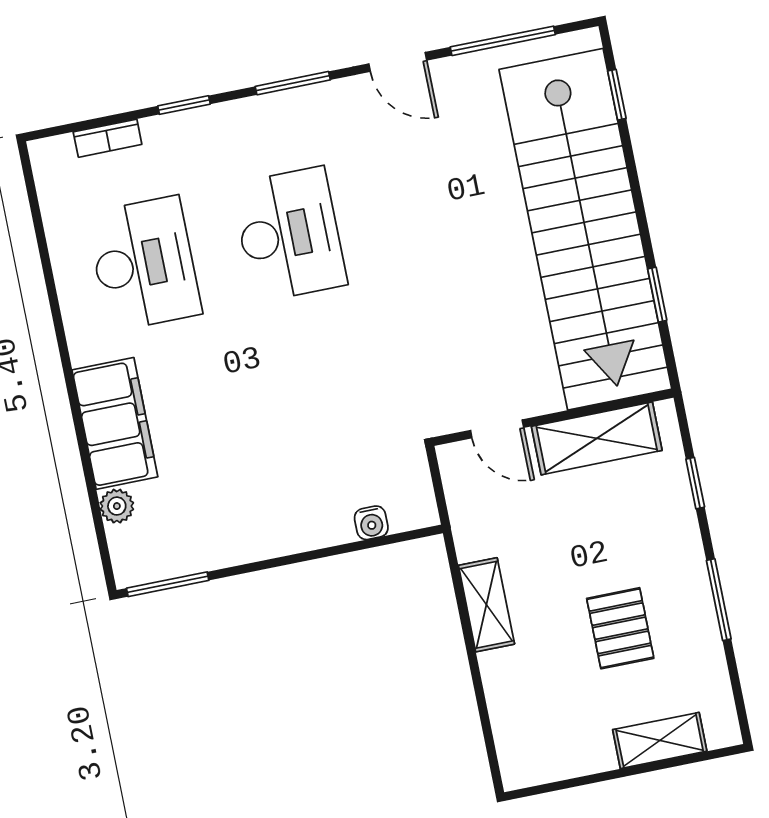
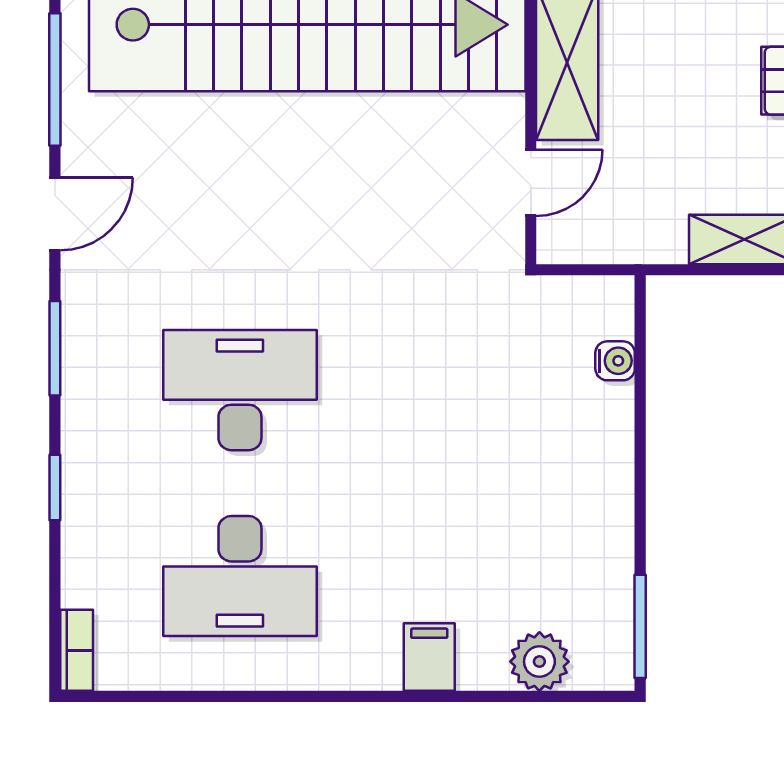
bookcase: (108, 138) -> (77, 650), moved
desk: (144, 264) -> (240, 576), turned 180
filing cabinet: (115, 423) -> (429, 657), width x0.33, depth x0.86
plant: (117, 506) -> (539, 662), width x1.38, depth x1.38

